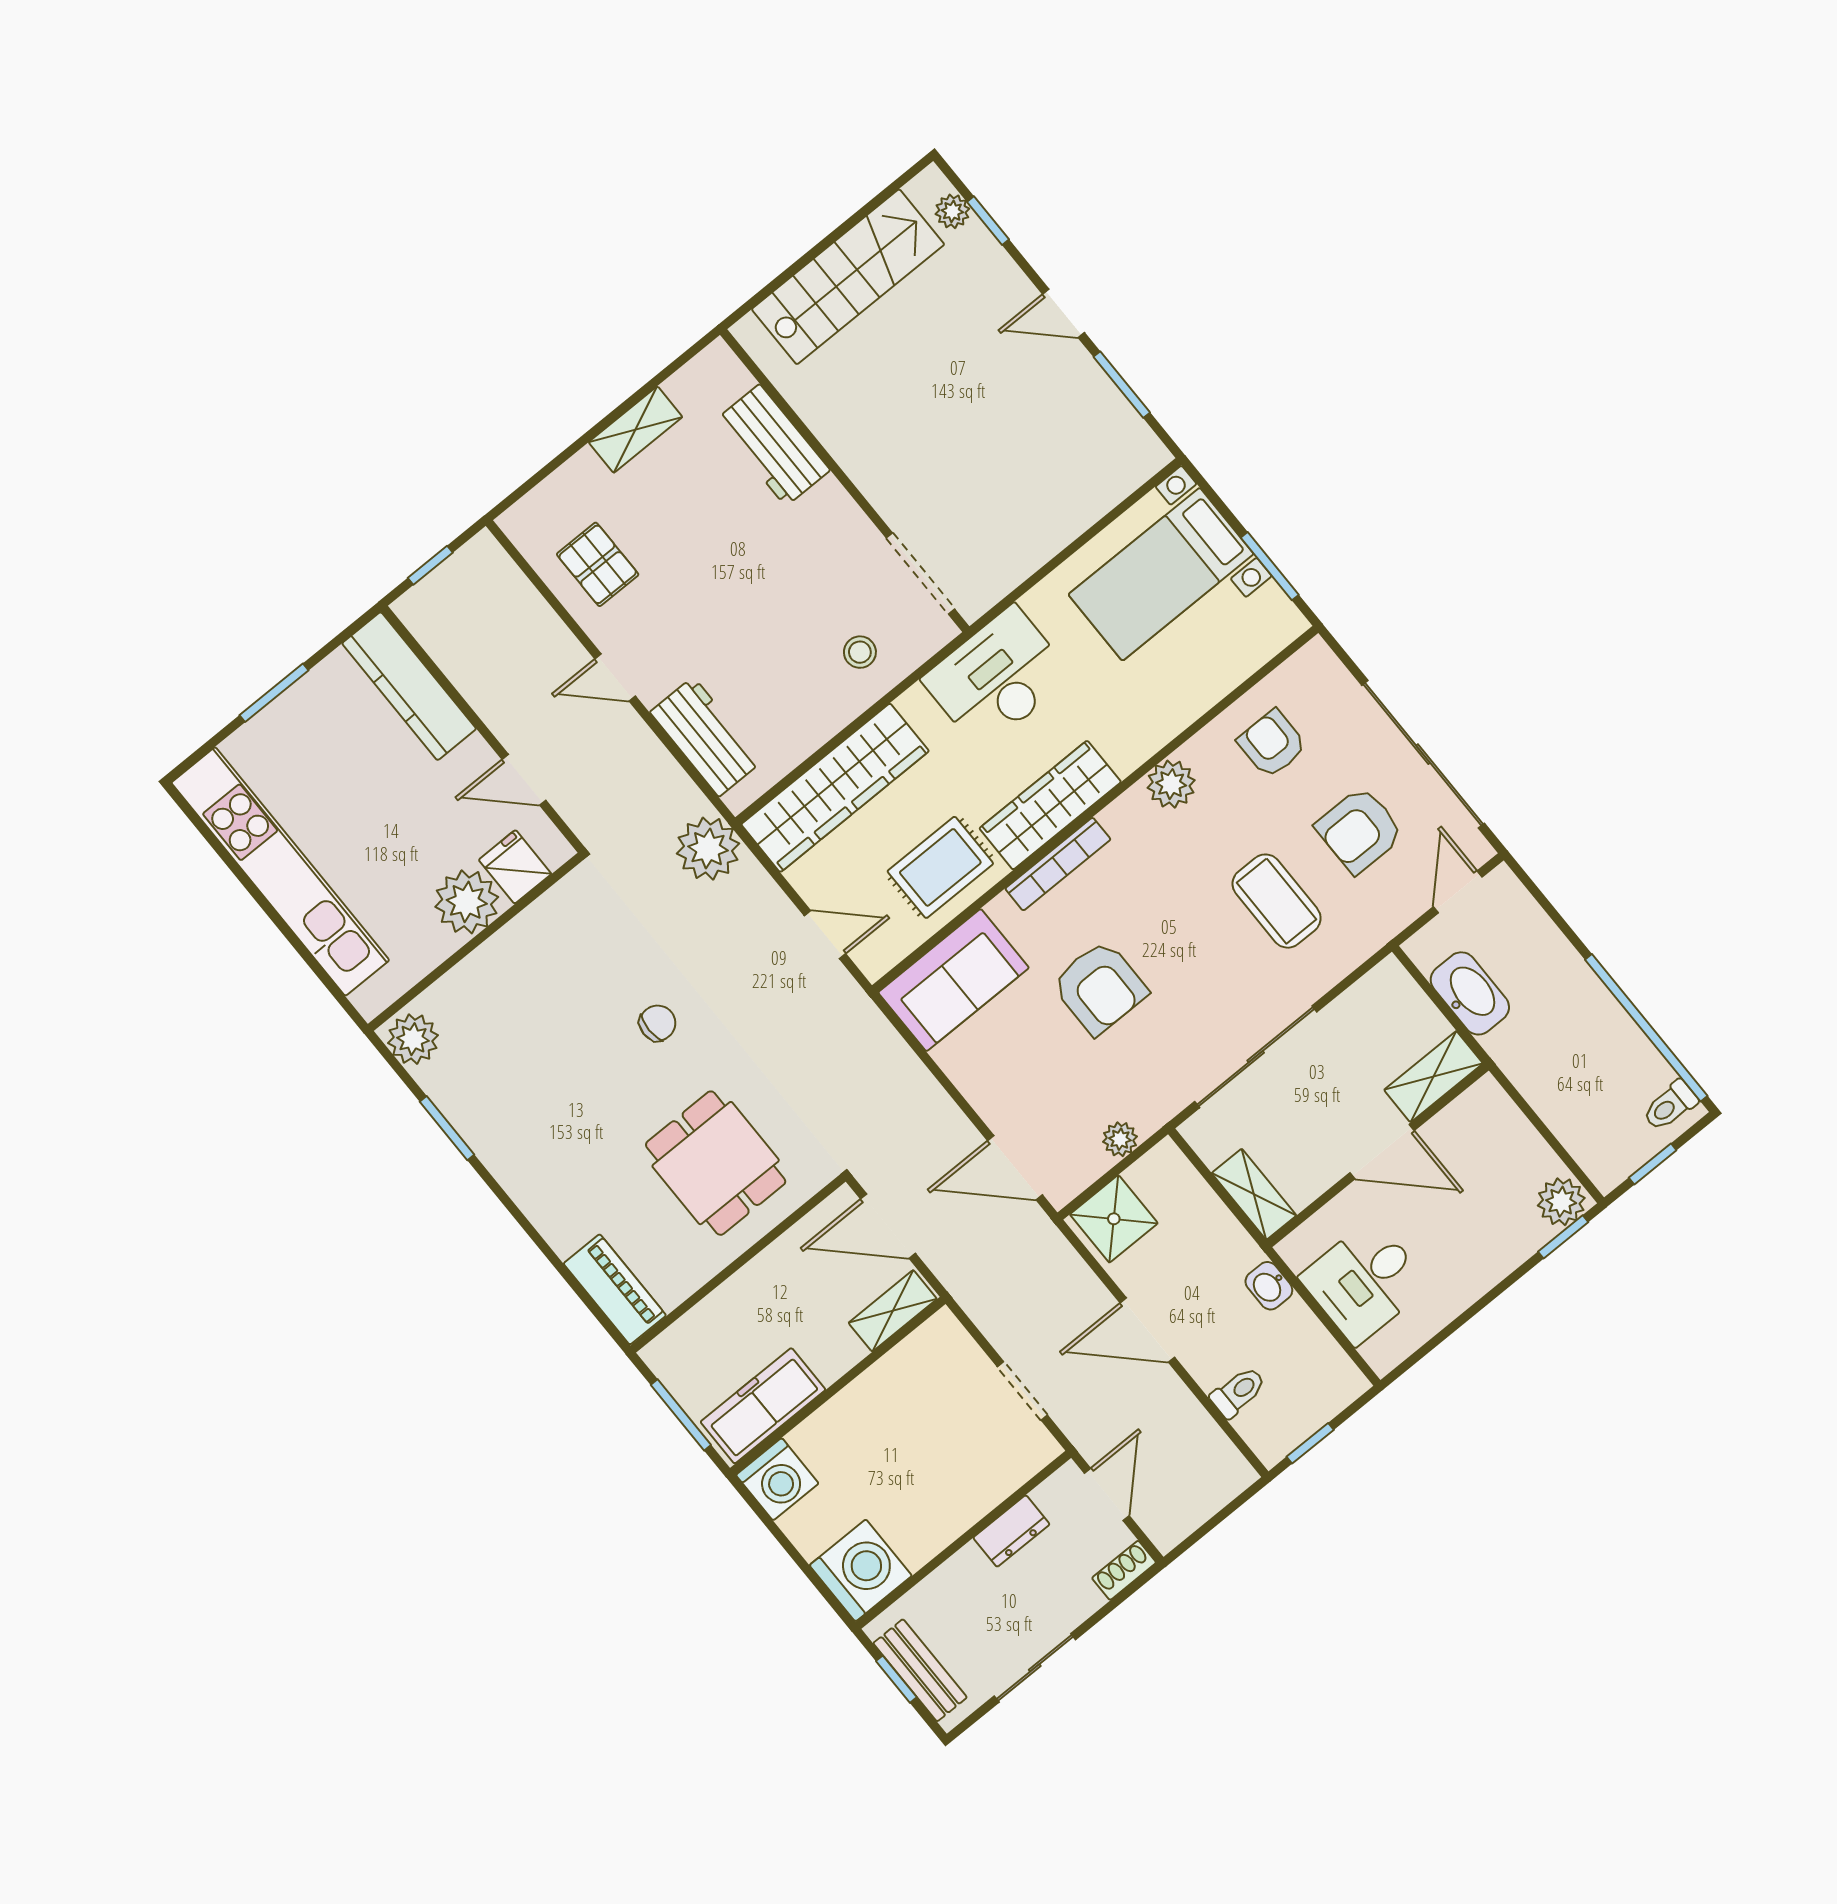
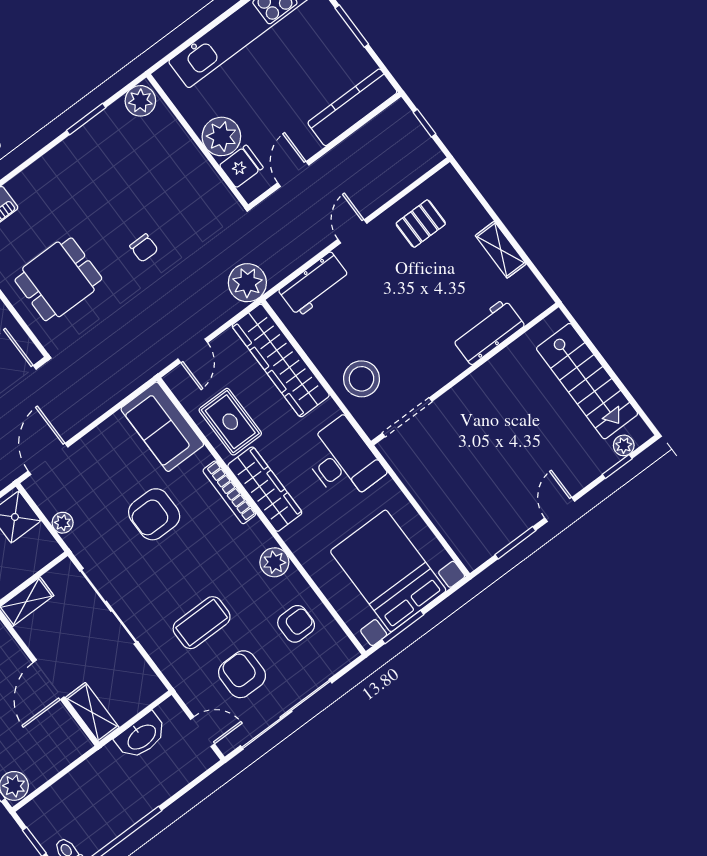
bed with nightstands: (1161, 574) -> (388, 571), width x1.36
stool: (860, 652) -> (361, 379), width x1.89, depth x1.89

